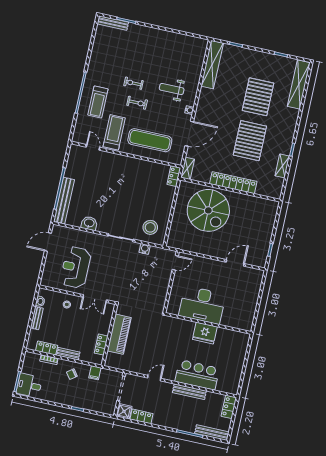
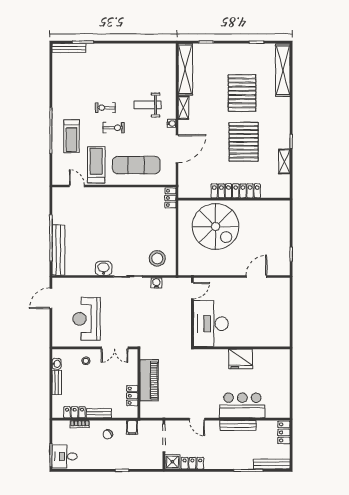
shelving: (188, 168) -> (183, 108), moved
washbasin: (89, 223) -> (104, 268), moved
desk: (202, 305) -> (211, 324), moved, turned 90
door: (154, 378) -> (197, 419), swing flipped

